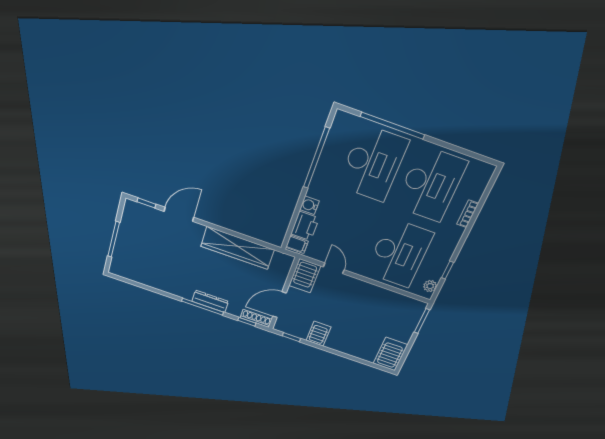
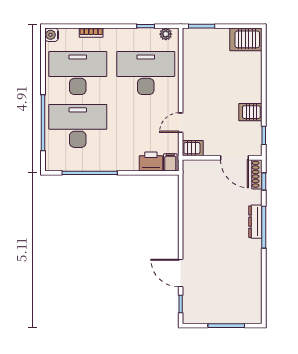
water cooler: (309, 205) -> (52, 35), moved, turned 90
wardrobe: (237, 248) -> (193, 213), removed
server rack: (305, 276) -> (193, 148), width x0.73, depth x0.70

